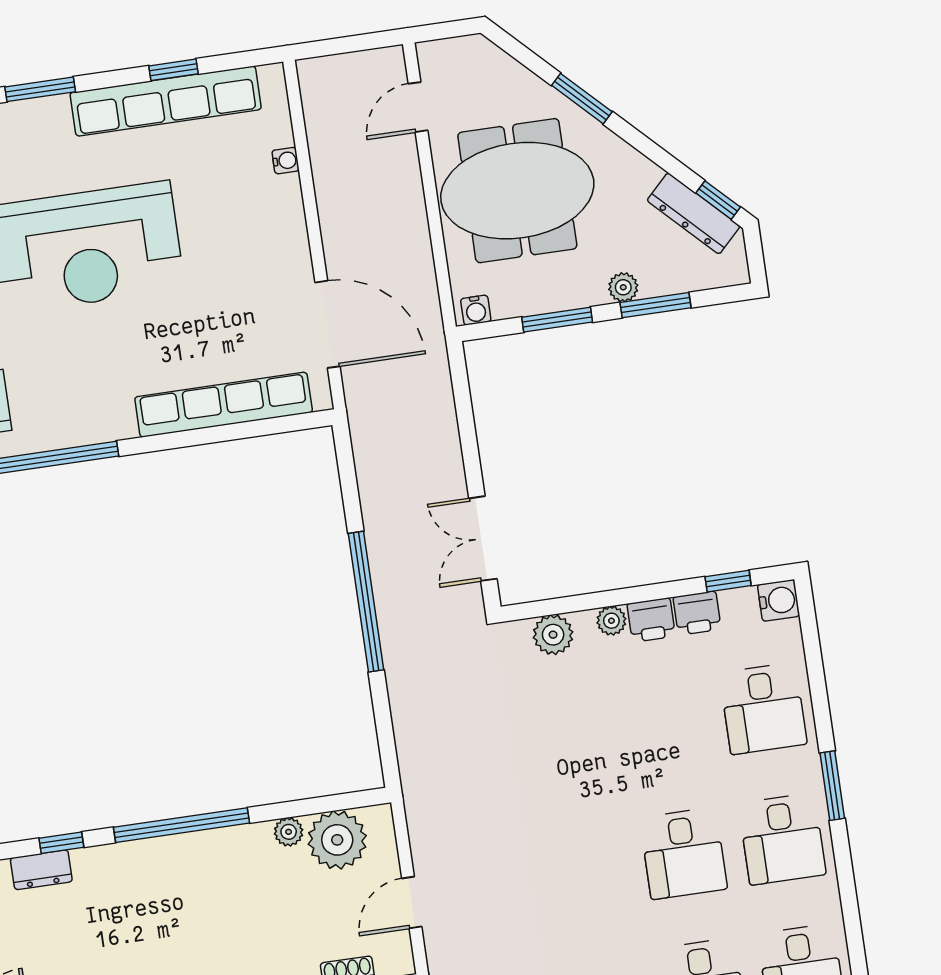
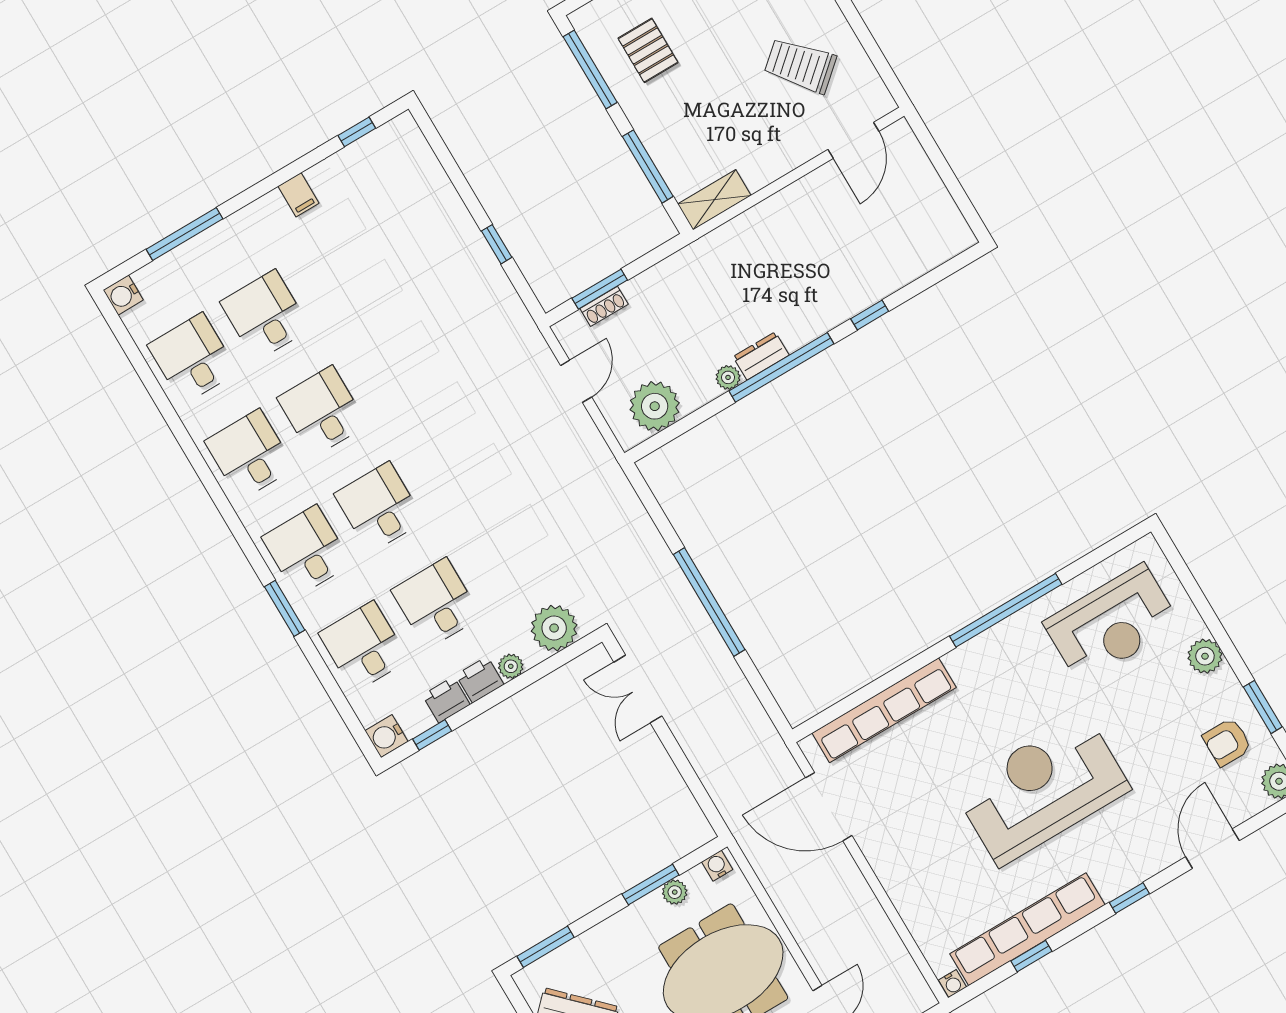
window: (40, 89) -> (1129, 898), width x0.67
water cooler: (286, 161) -> (953, 984), moved, turned -90
plant: (623, 287) -> (675, 892), moved
window: (655, 305) -> (546, 947), moved
double door: (483, 539) -> (638, 689), swing flipped
plant: (553, 635) -> (554, 628), width x1.36, depth x1.36
desk: (664, 723) -> (436, 603), added
plant: (289, 832) -> (728, 377), moved
dresser: (41, 870) -> (761, 356), moved

